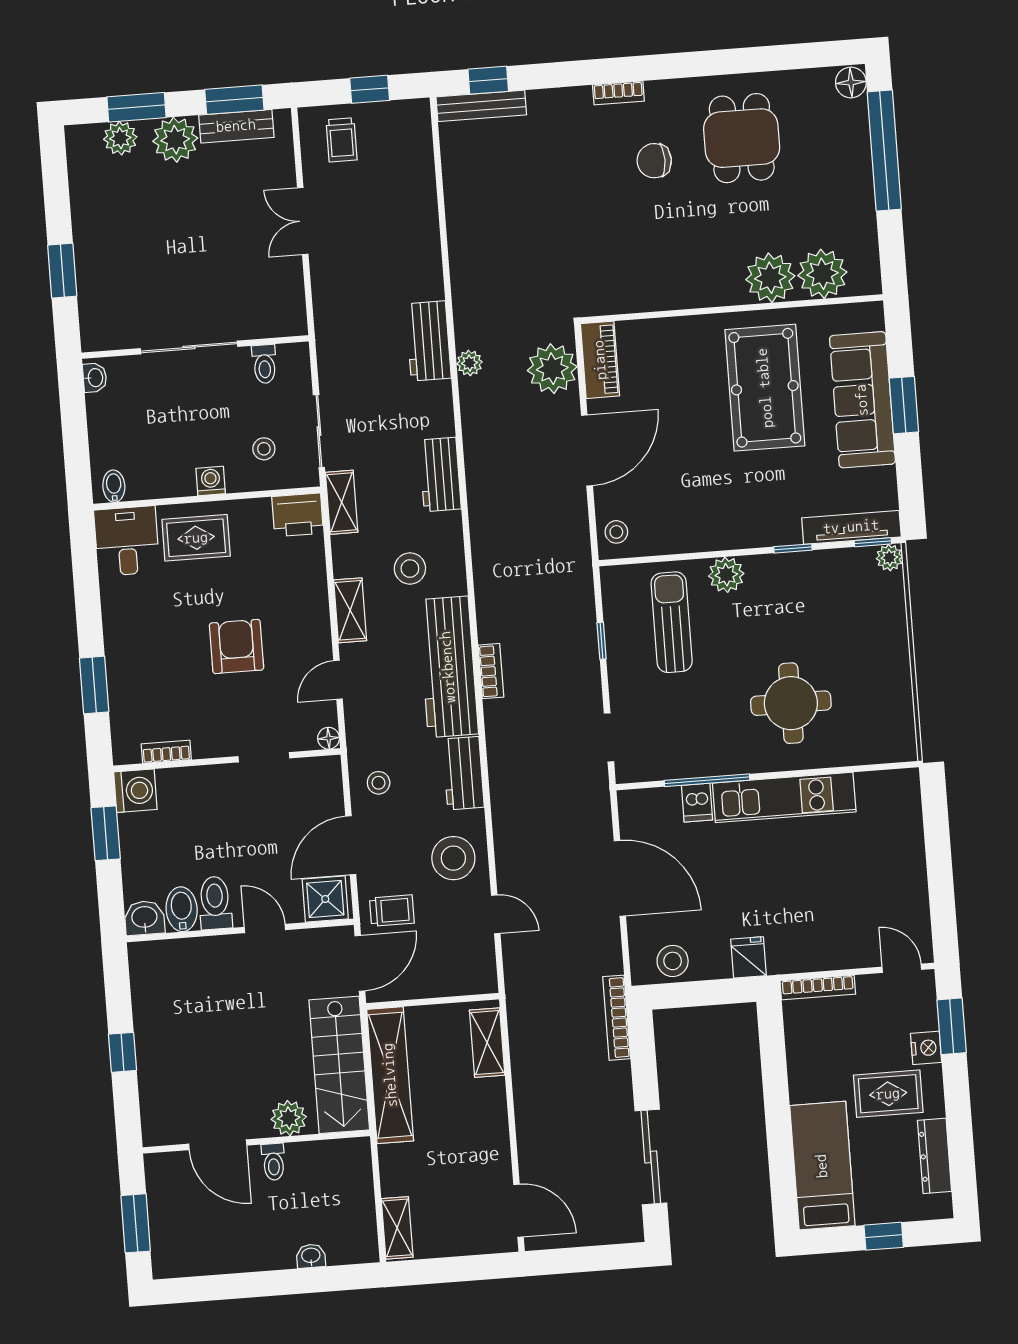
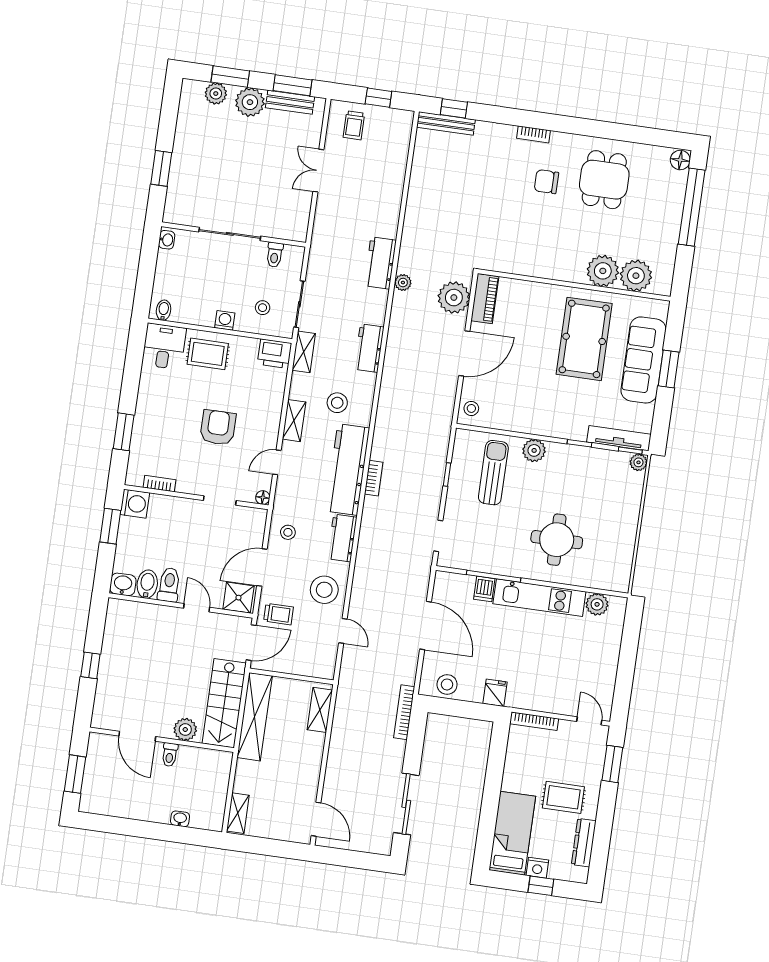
plant: (874, 788) -> (597, 604), added
nightstand: (926, 1048) -> (537, 868), moved, turned 90

